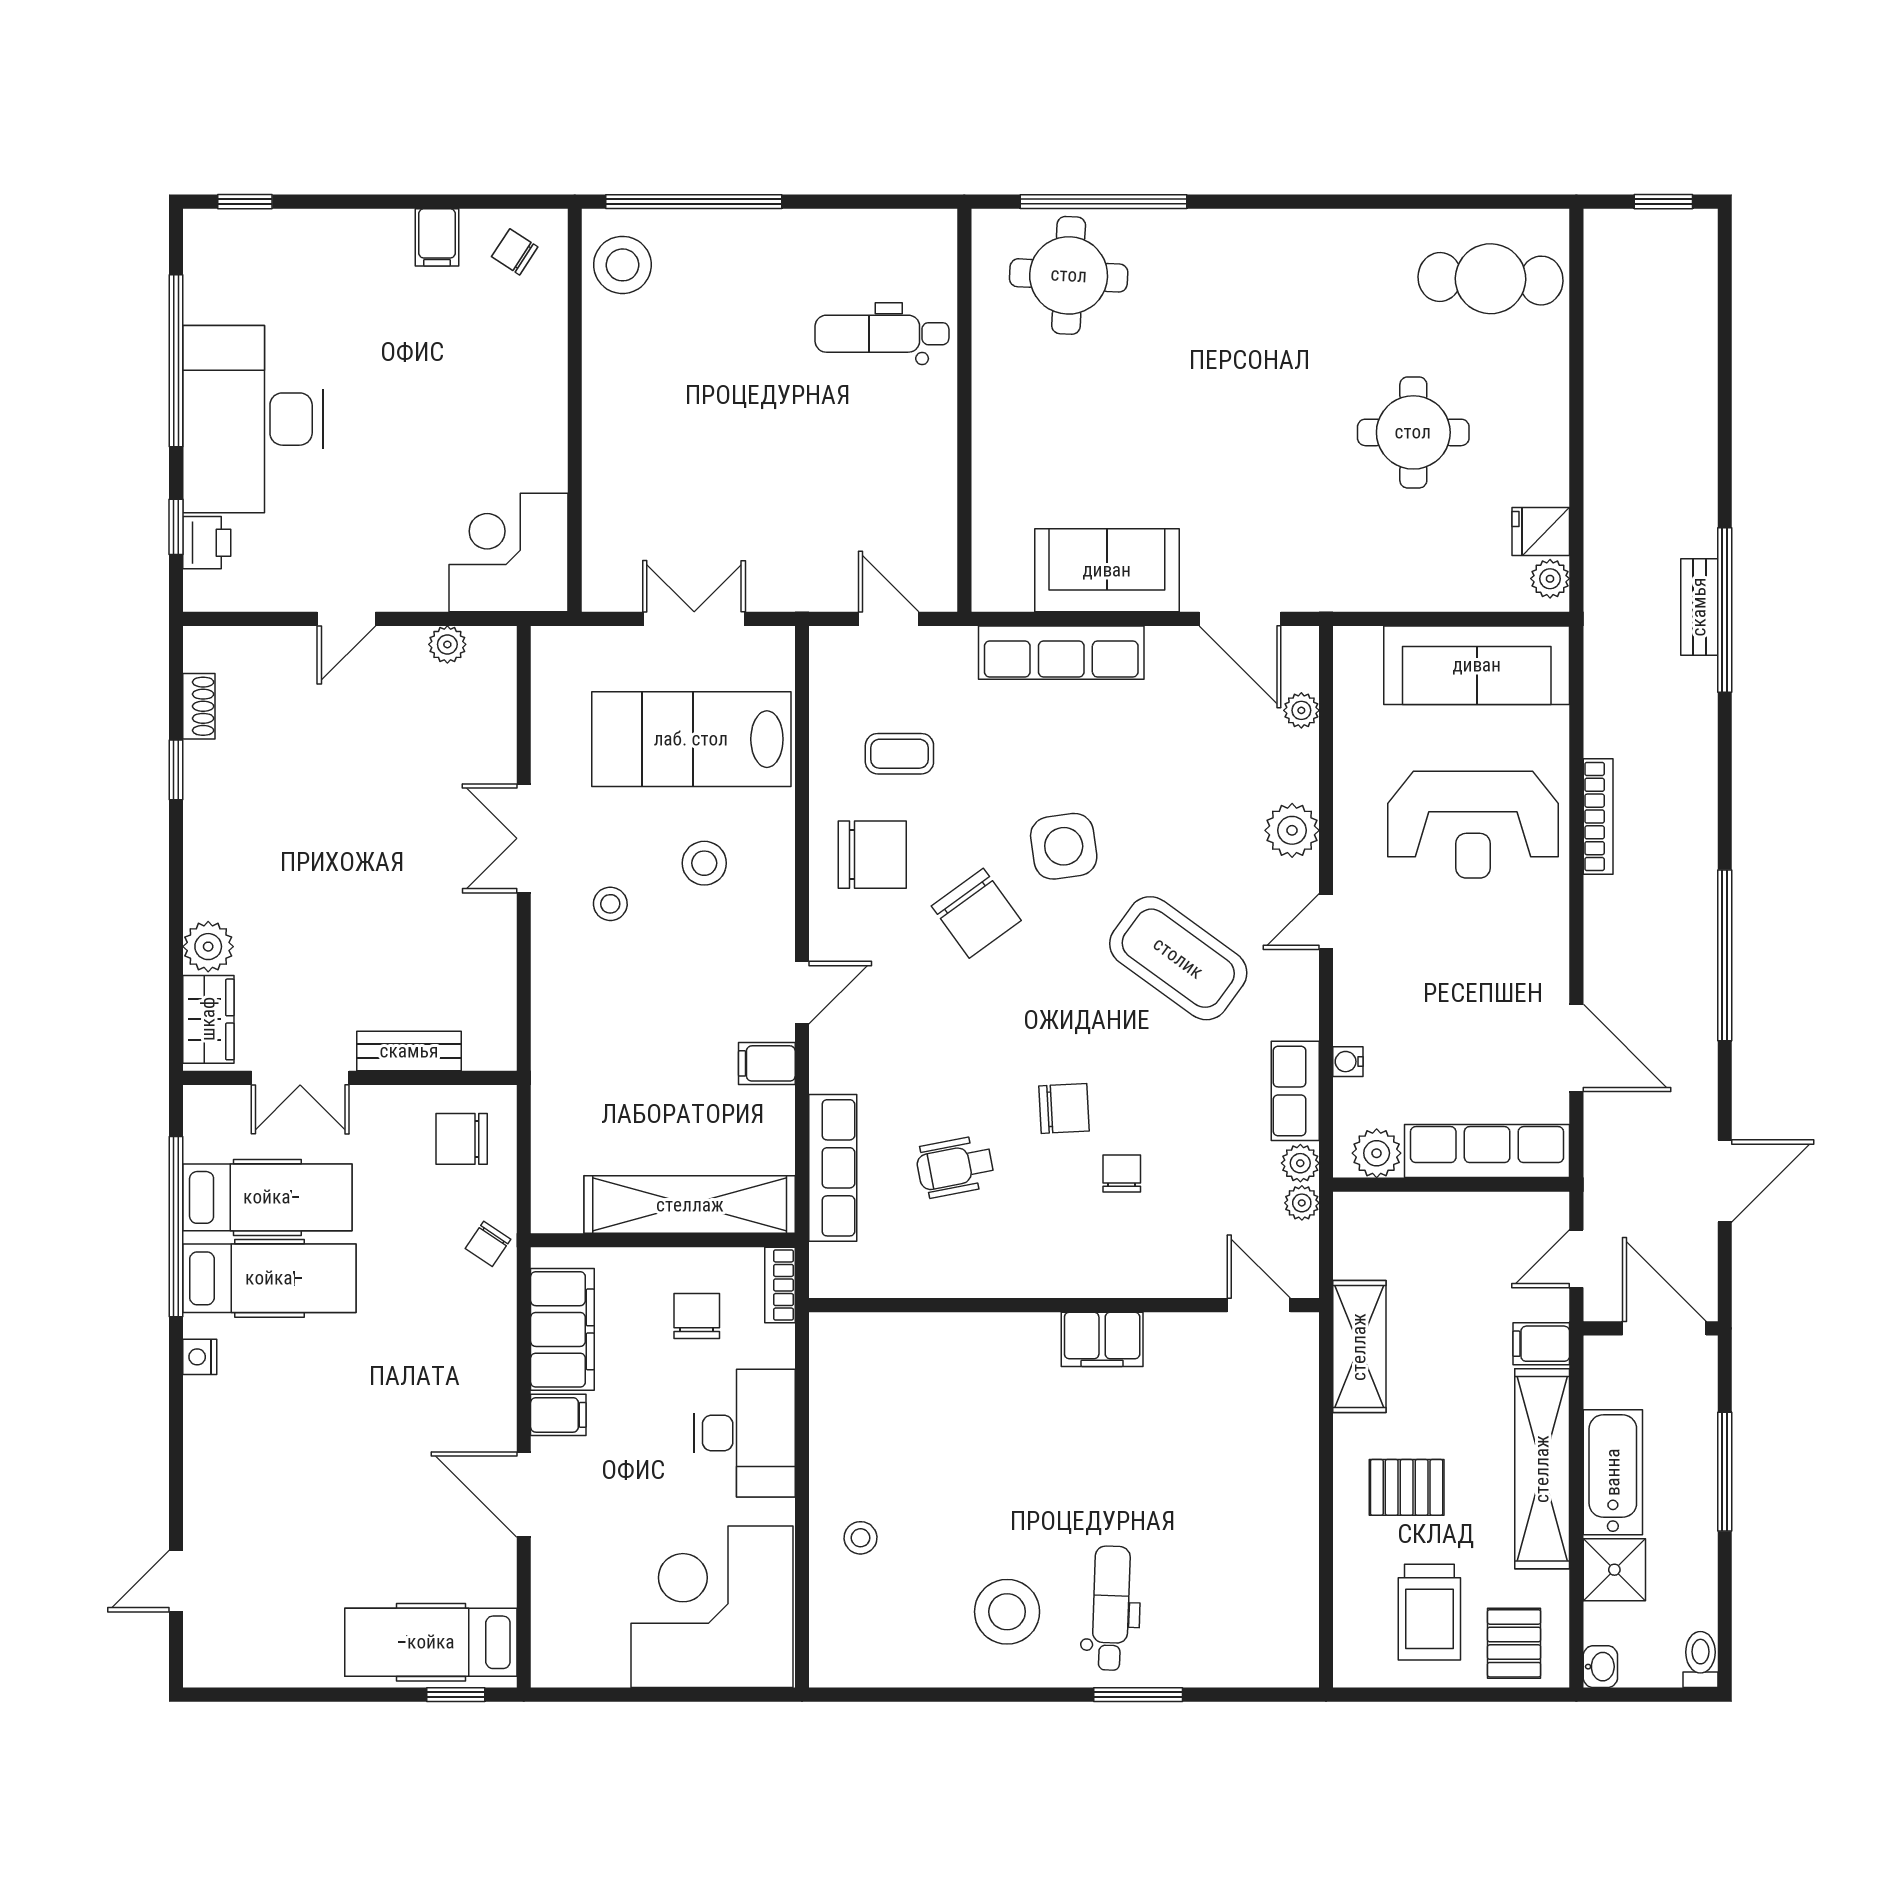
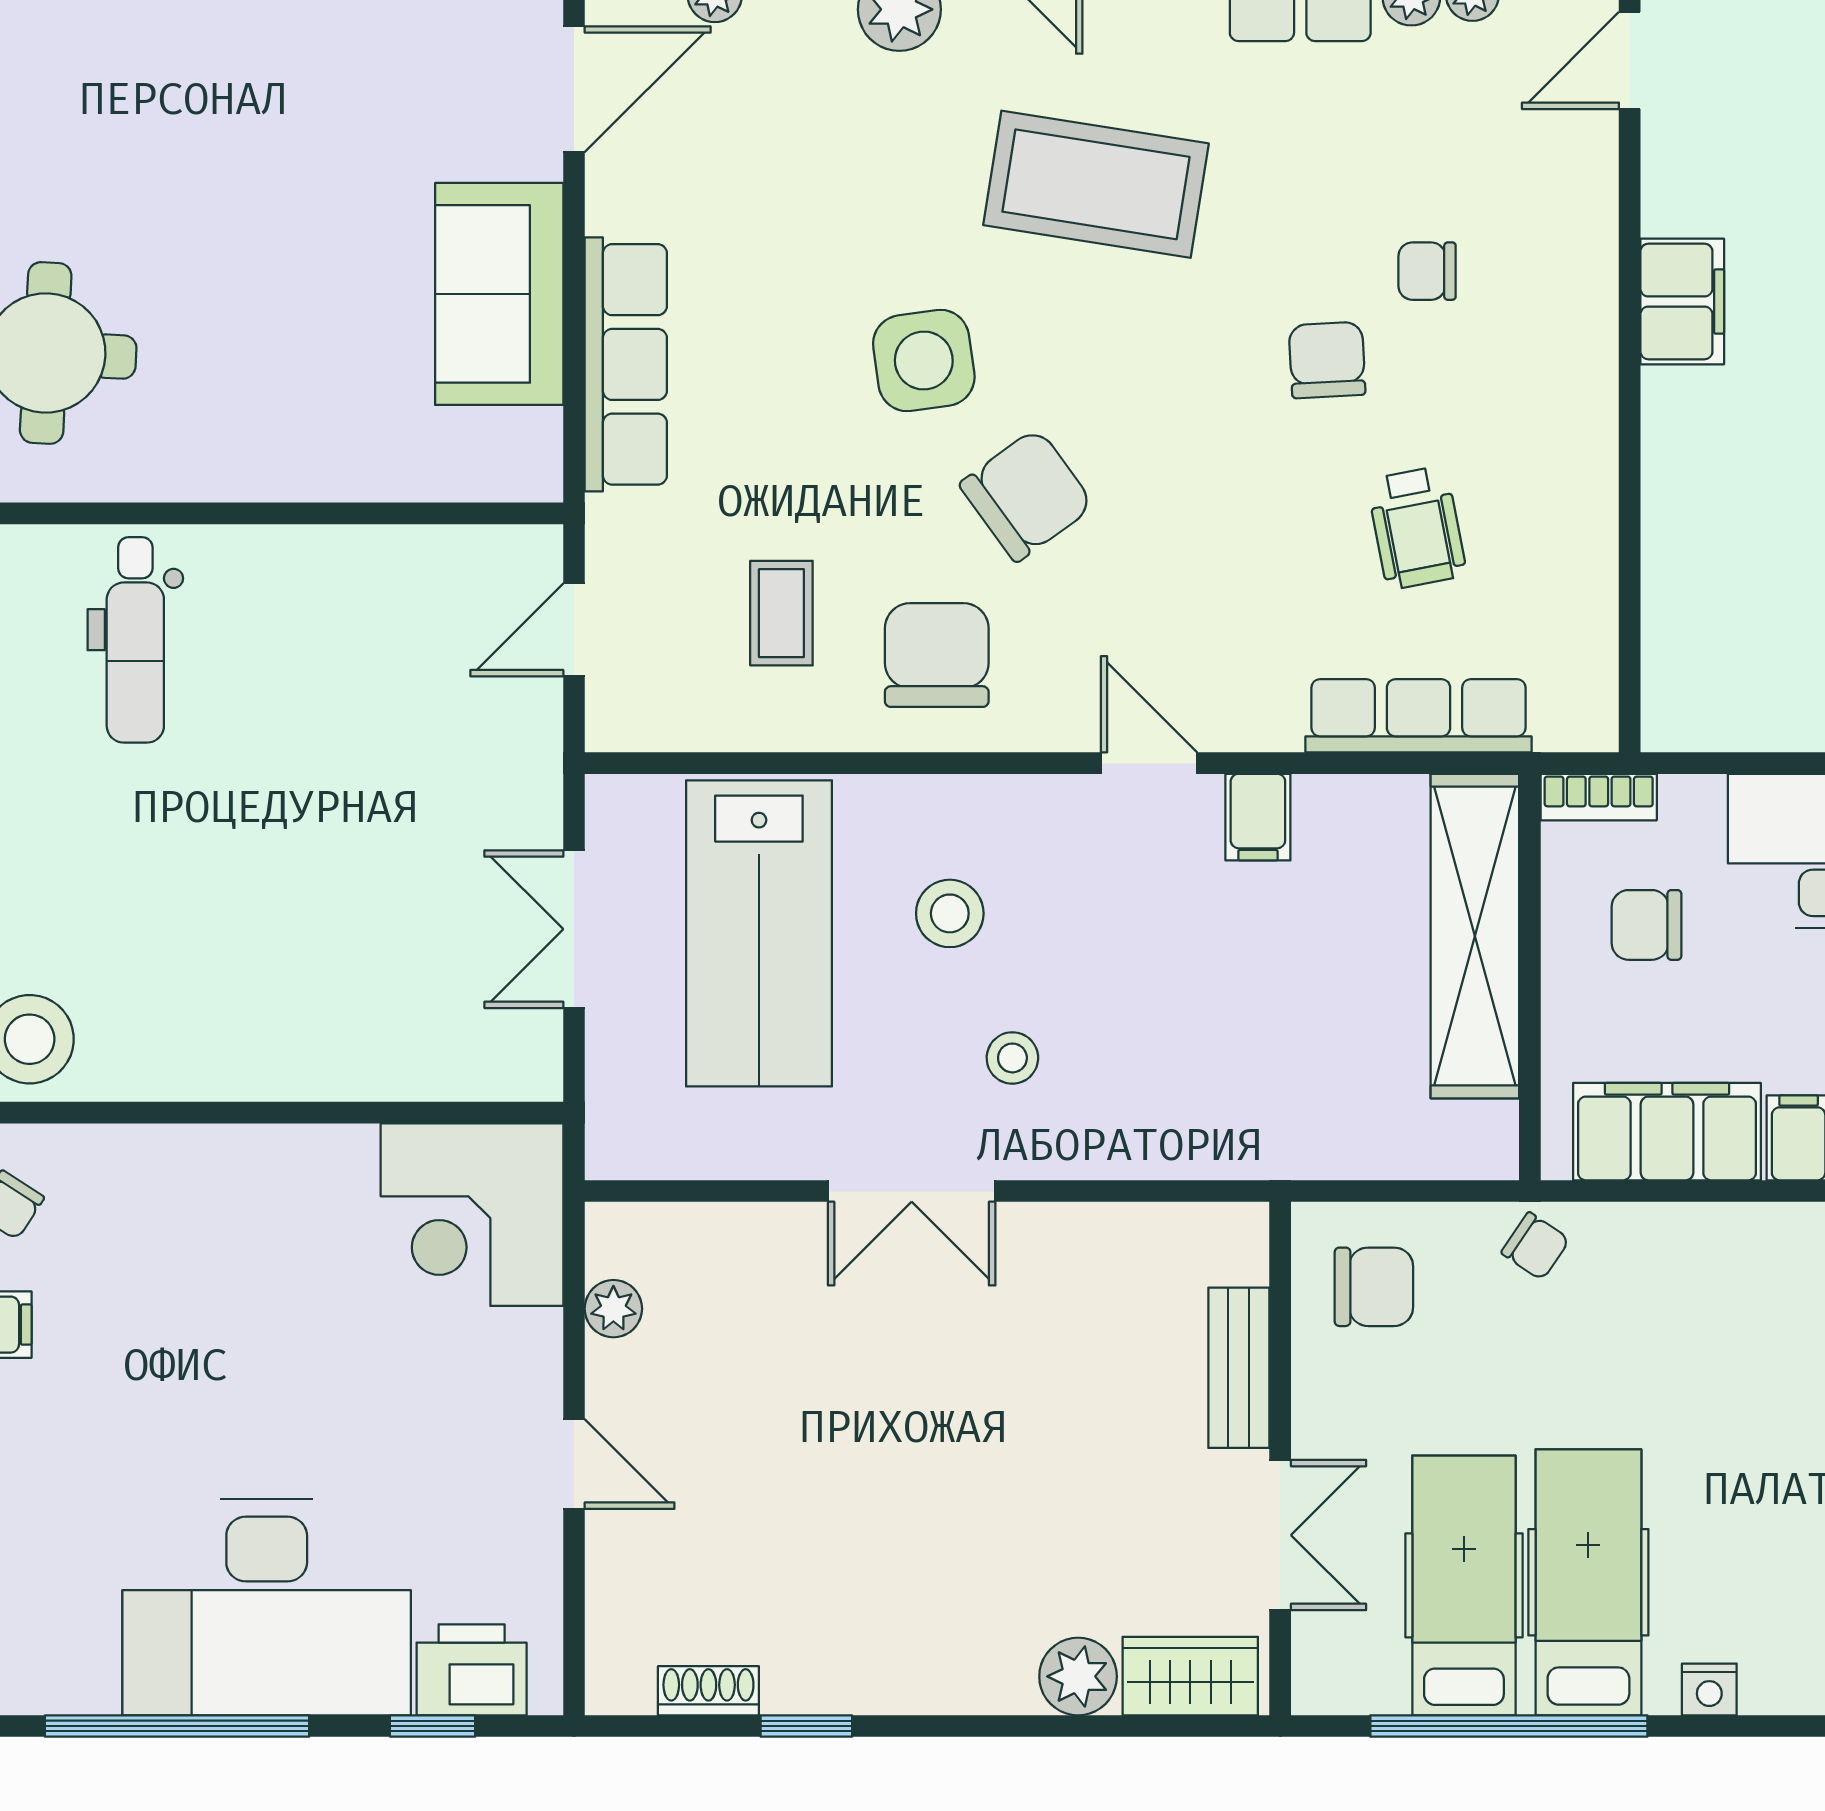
printer: (207, 543) -> (472, 1670), width x1.36, depth x1.24
coffee table: (1178, 958) -> (1096, 184), turned 63
chair: (462, 1139) -> (1374, 1287), turned -90

